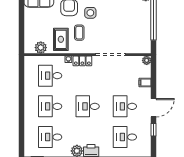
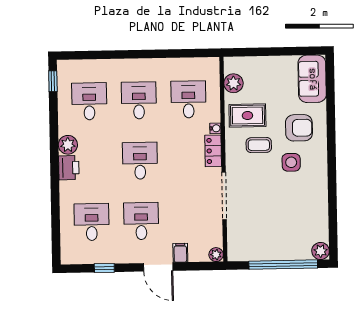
door: (154, 108) -> (158, 267), moved

